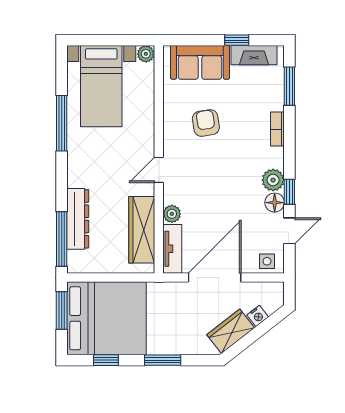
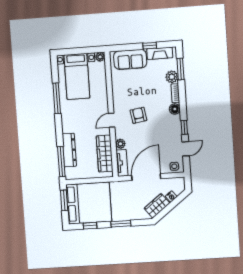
armchair: (206, 123) -> (138, 115), moved
plant: (273, 180) -> (172, 77), moved
floor lamp: (275, 203) -> (175, 109), moved

